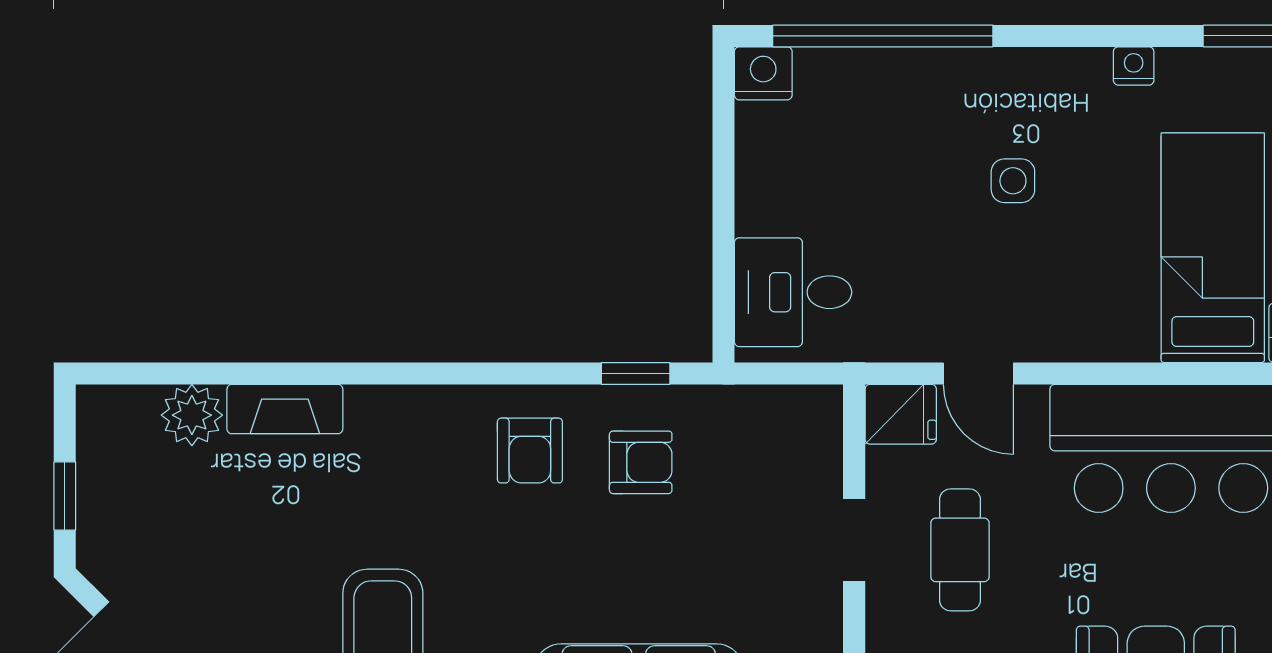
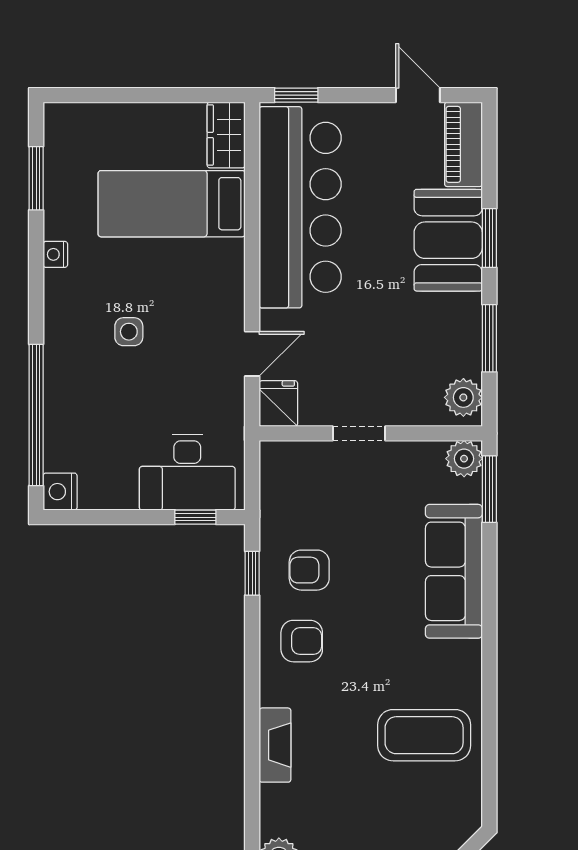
window: (723, 285) -> (195, 517), added
desk: (793, 292) -> (187, 472), width x1.37
fireplace: (285, 409) -> (275, 745), moved
armchair: (641, 462) -> (309, 570), turned -90
cafe table: (960, 550) -> (365, 366), removed

